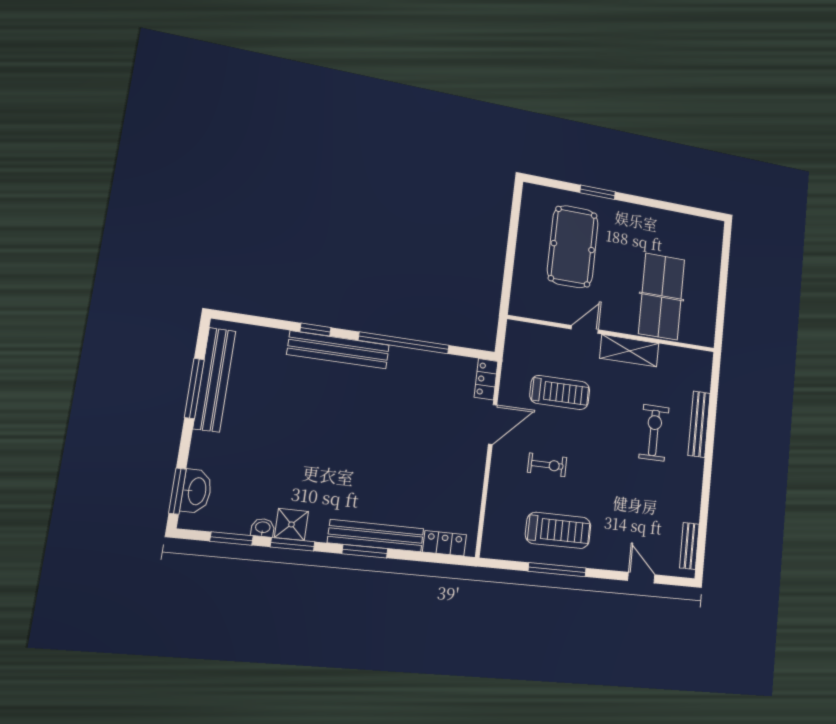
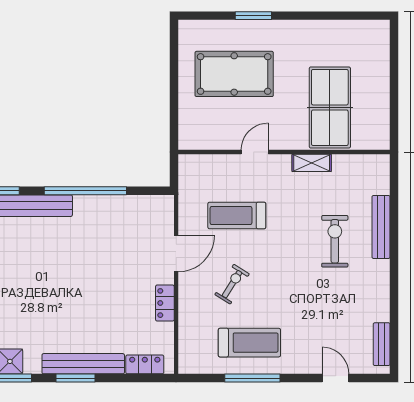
pool table: (573, 247) -> (234, 74), turned 90
shelving: (629, 351) -> (312, 163), width x0.67, depth x0.75
locker: (486, 379) -> (165, 303), moved
treadmill: (560, 392) -> (237, 216), turned 180
exercise bike: (547, 465) -> (232, 284), turned -58

